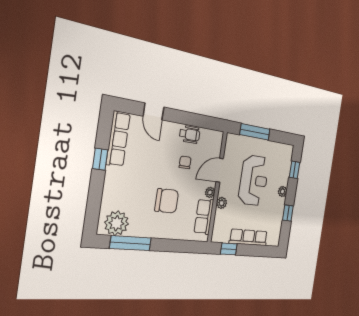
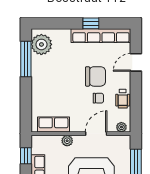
row of seats: (118, 139) -> (101, 36), width x1.36
door: (220, 170) -> (96, 134), hinge flipped
plant: (210, 192) -> (121, 127), moved
chair: (167, 201) -> (95, 76), moved, turned -90

